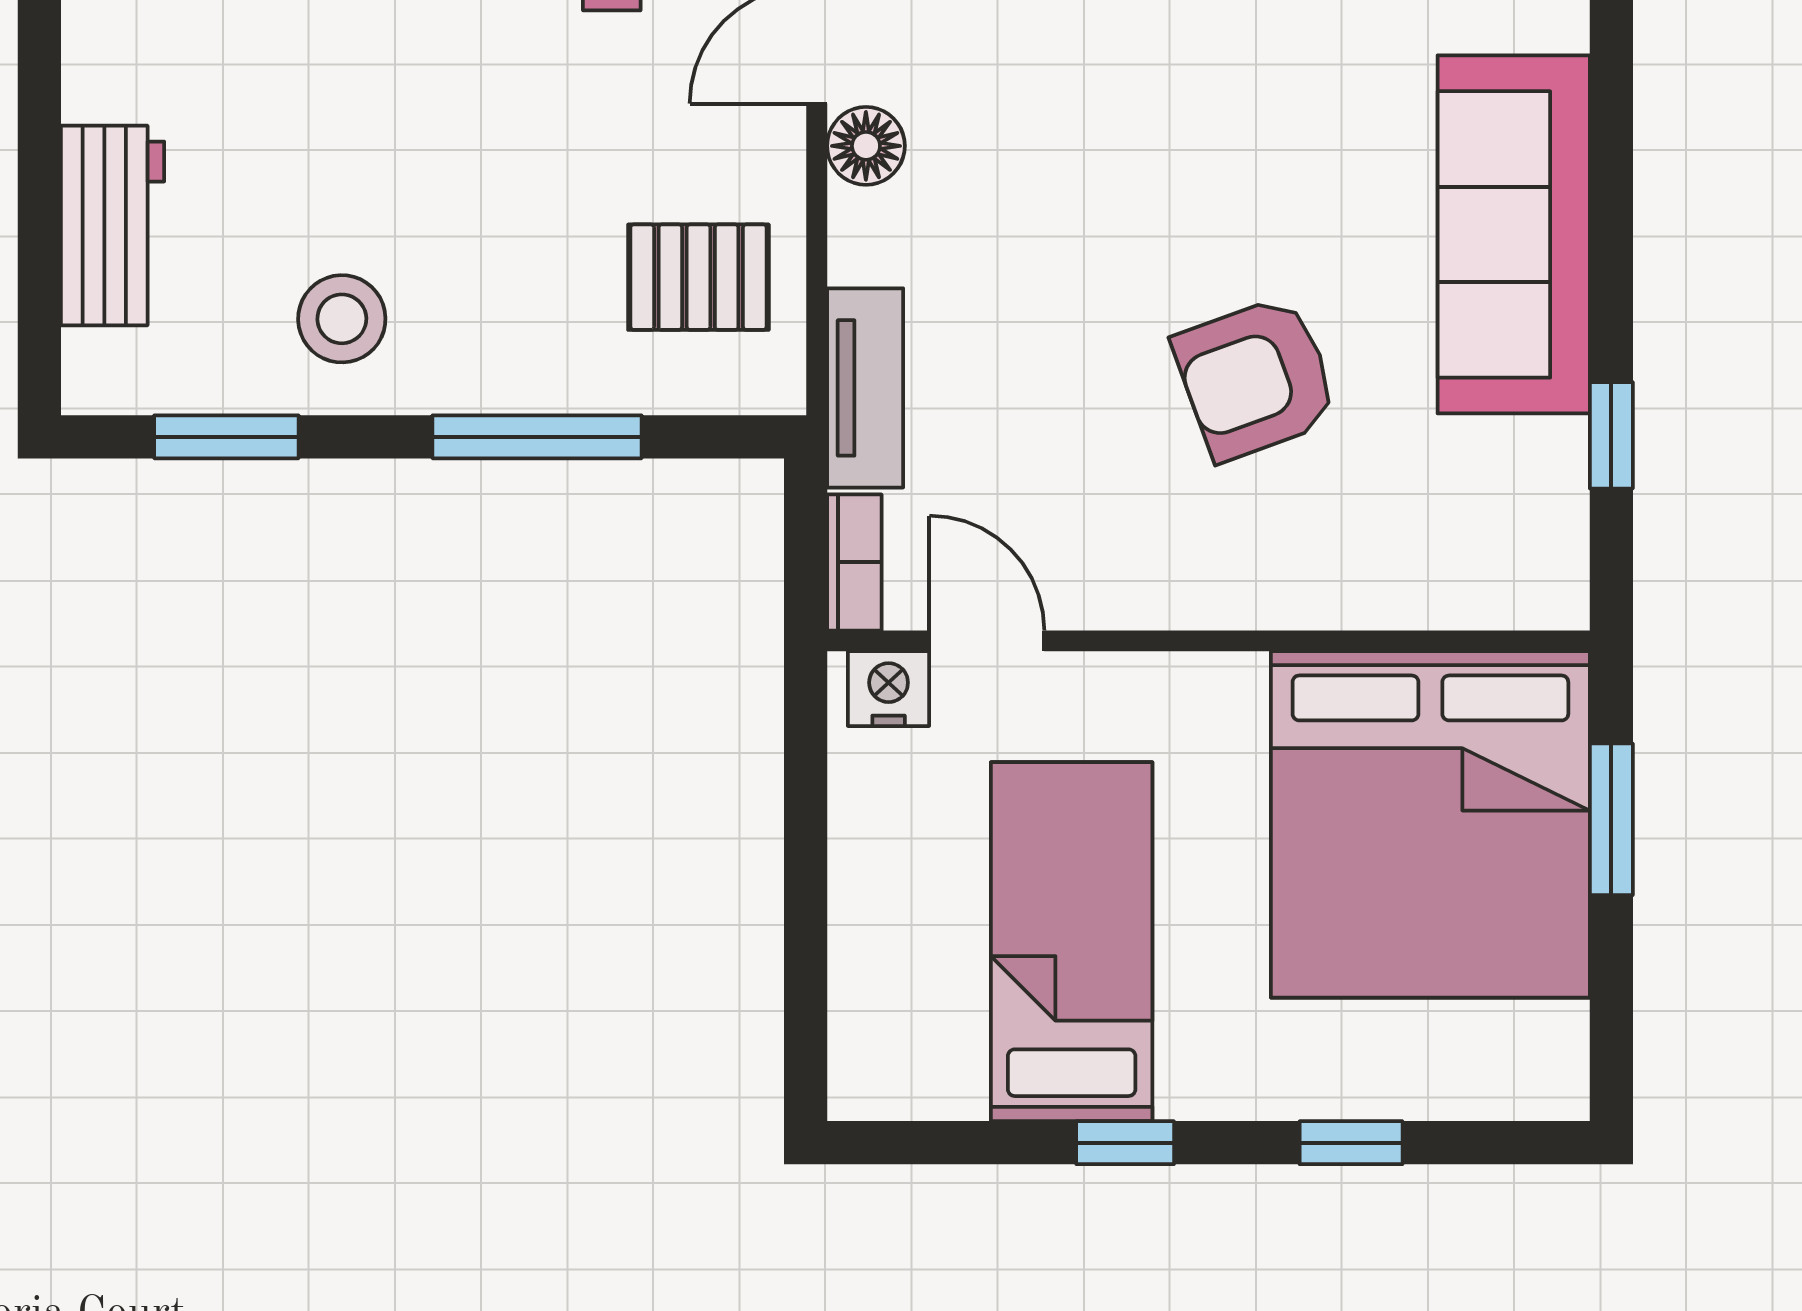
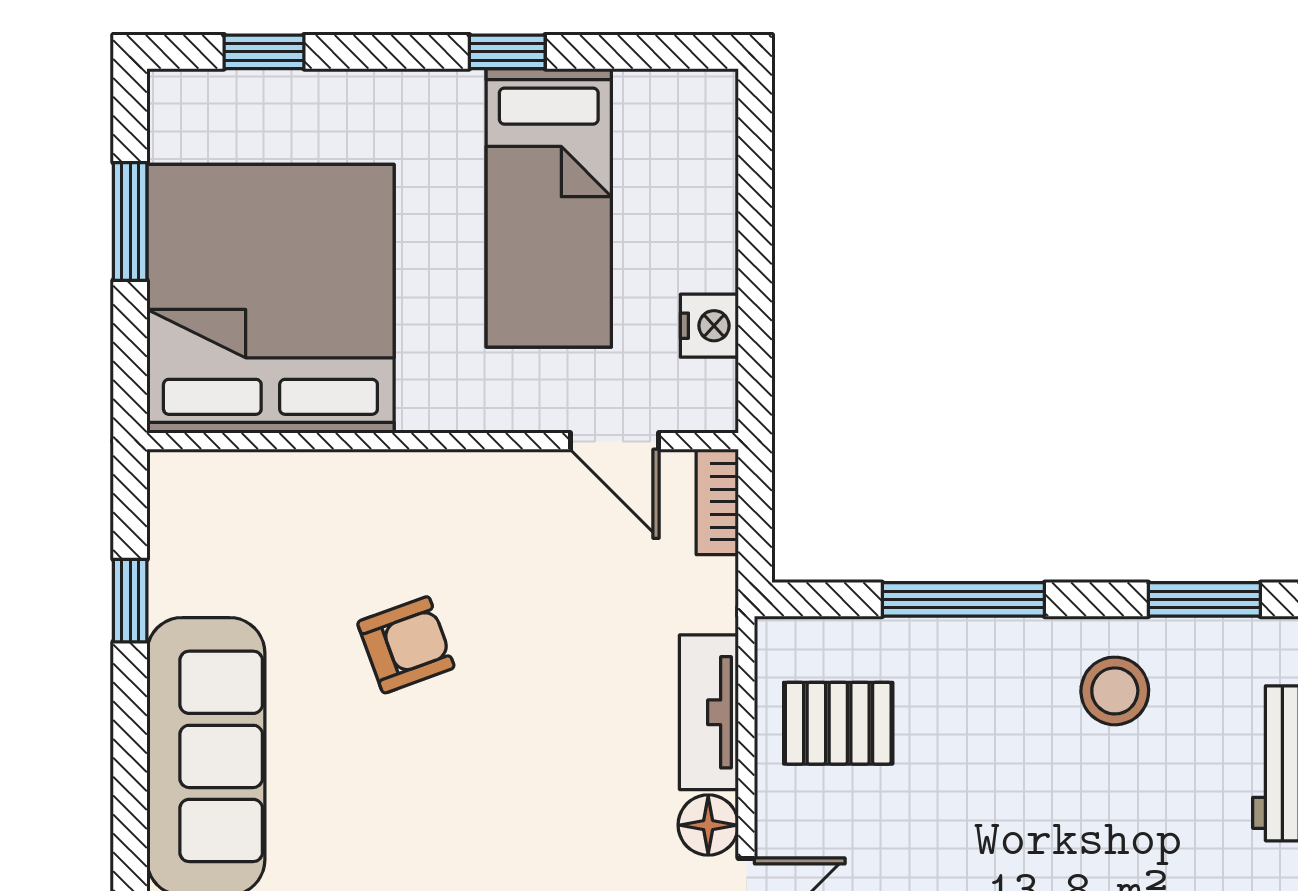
armchair: (1256, 378) -> (406, 645), width x0.72, depth x0.72
tv unit: (865, 388) -> (709, 712), moved
nightstand: (889, 689) -> (709, 326), moved, turned -90
window: (1611, 819) -> (130, 221), moved
window: (1351, 1143) -> (264, 52), moved

